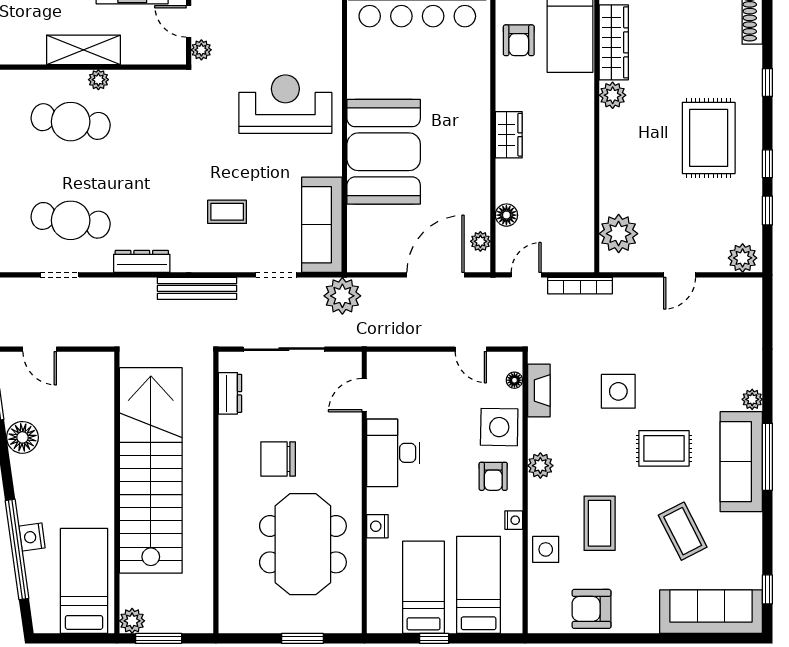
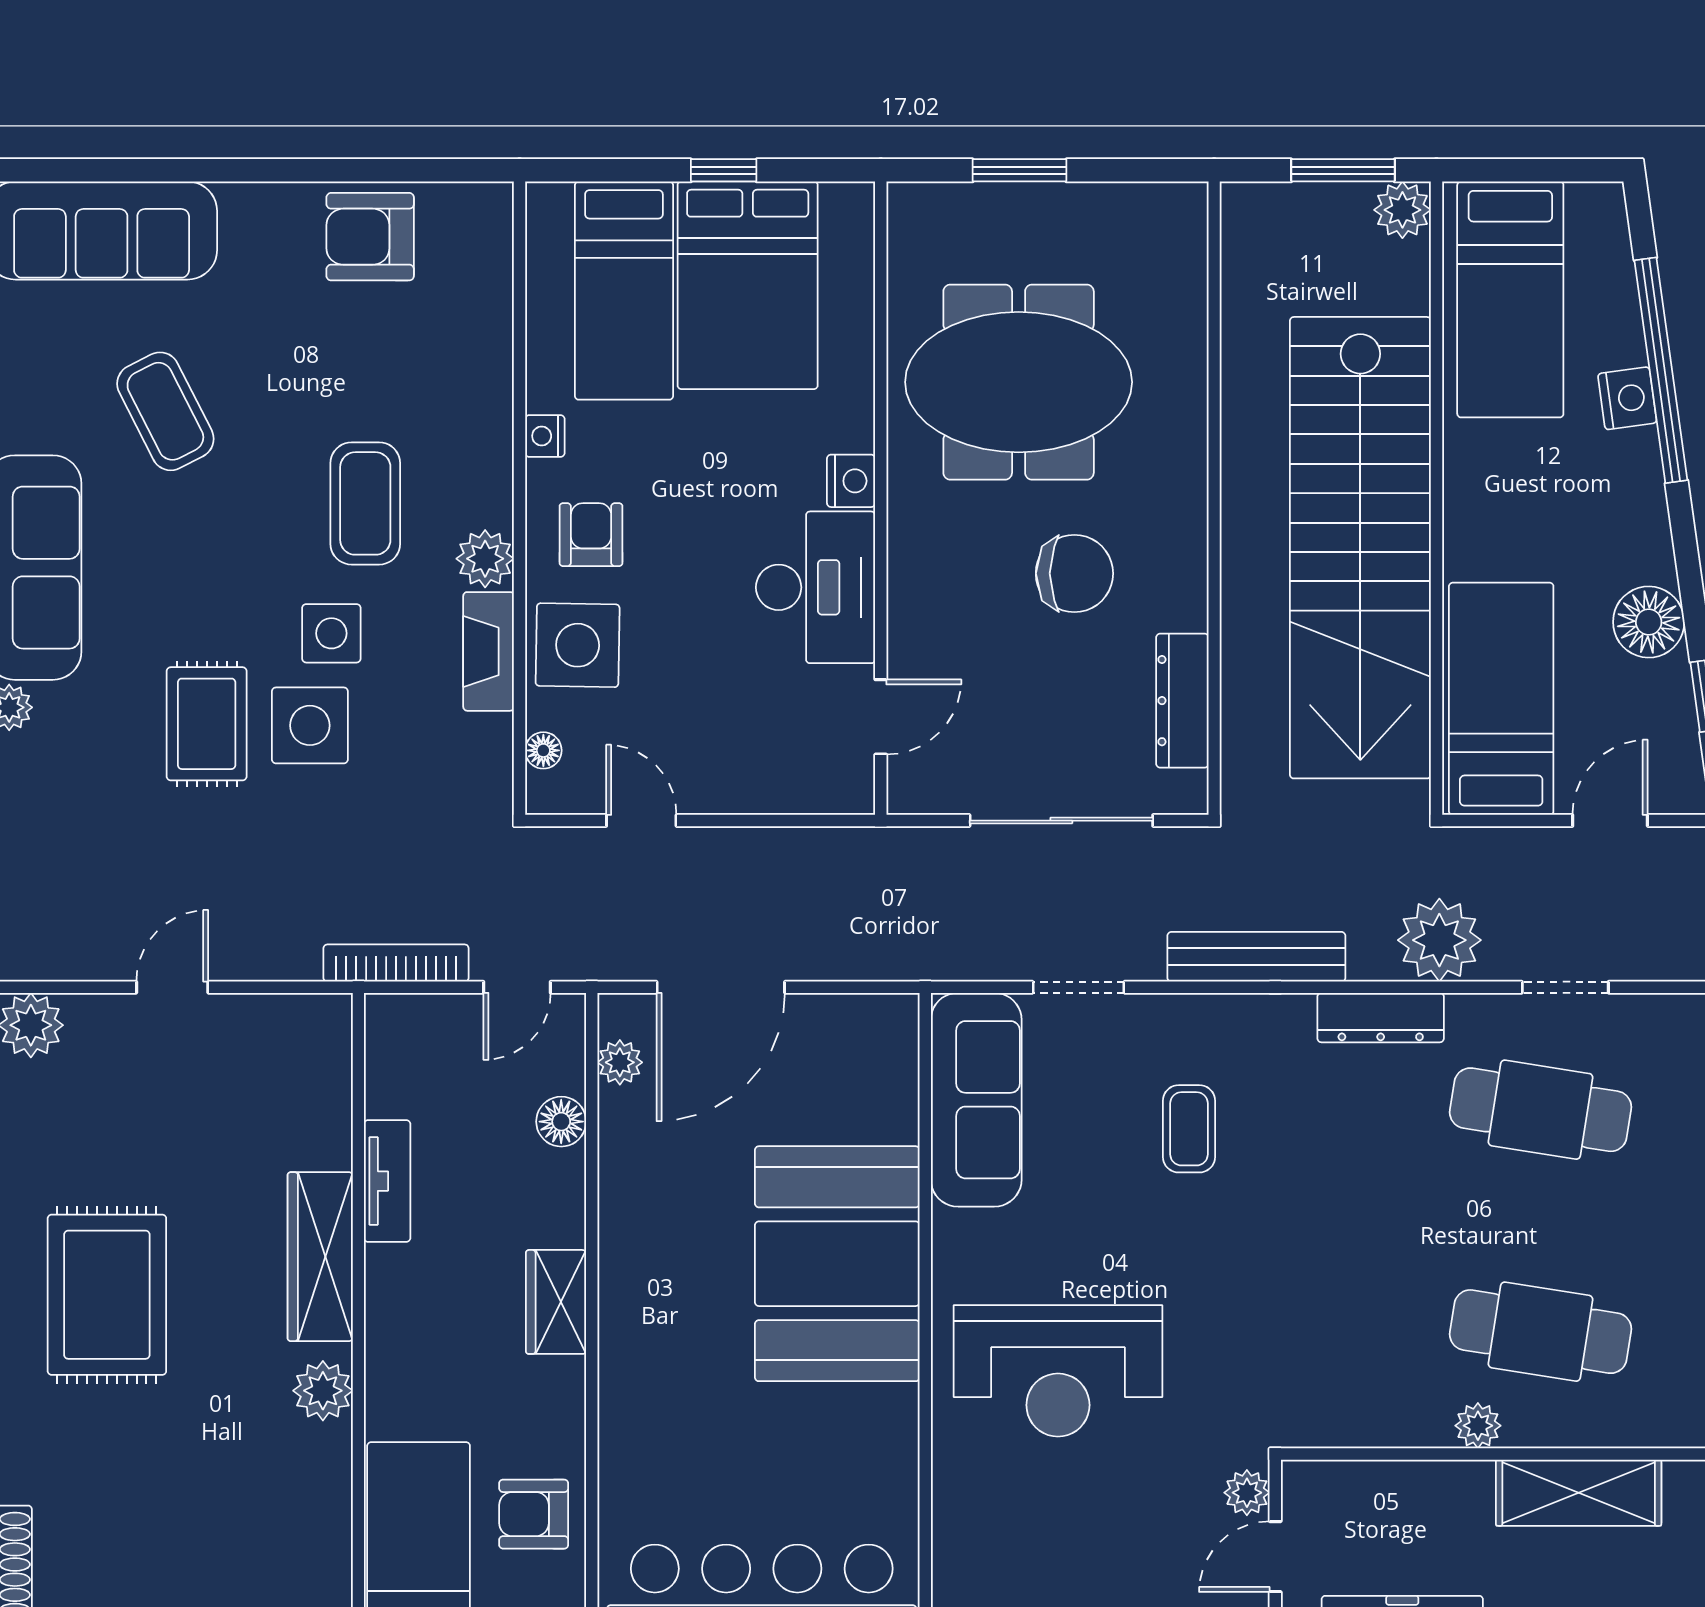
door: (189, 21) -> (1275, 1557), swing flipped
armchair: (519, 40) -> (534, 1514), turned -90
wardrobe: (614, 42) -> (320, 1257), moved
shelving: (83, 50) -> (1579, 1493), moved
tv unit: (584, 189) -> (387, 1181), added
coffee table: (227, 212) -> (1189, 1129), turned 90
plant: (619, 234) -> (309, 1080), removed
plant: (342, 296) -> (1439, 940), moved
door: (40, 349) -> (1610, 821), hinge flipped
fireplace: (539, 391) -> (489, 651), moved
dresser: (230, 393) -> (1182, 701), width x1.44
bed: (88, 403) -> (1501, 699), added
rug: (664, 448) -> (207, 724), moved, turned 90
coffee table: (600, 523) -> (365, 503), moved
nightstand: (377, 526) -> (851, 481), moved
meeting table: (303, 544) -> (1019, 382), turned 90
side table: (546, 549) -> (331, 633), moved
bed: (424, 587) -> (748, 285), width x1.50
armchair: (592, 609) -> (370, 237), turned 180

